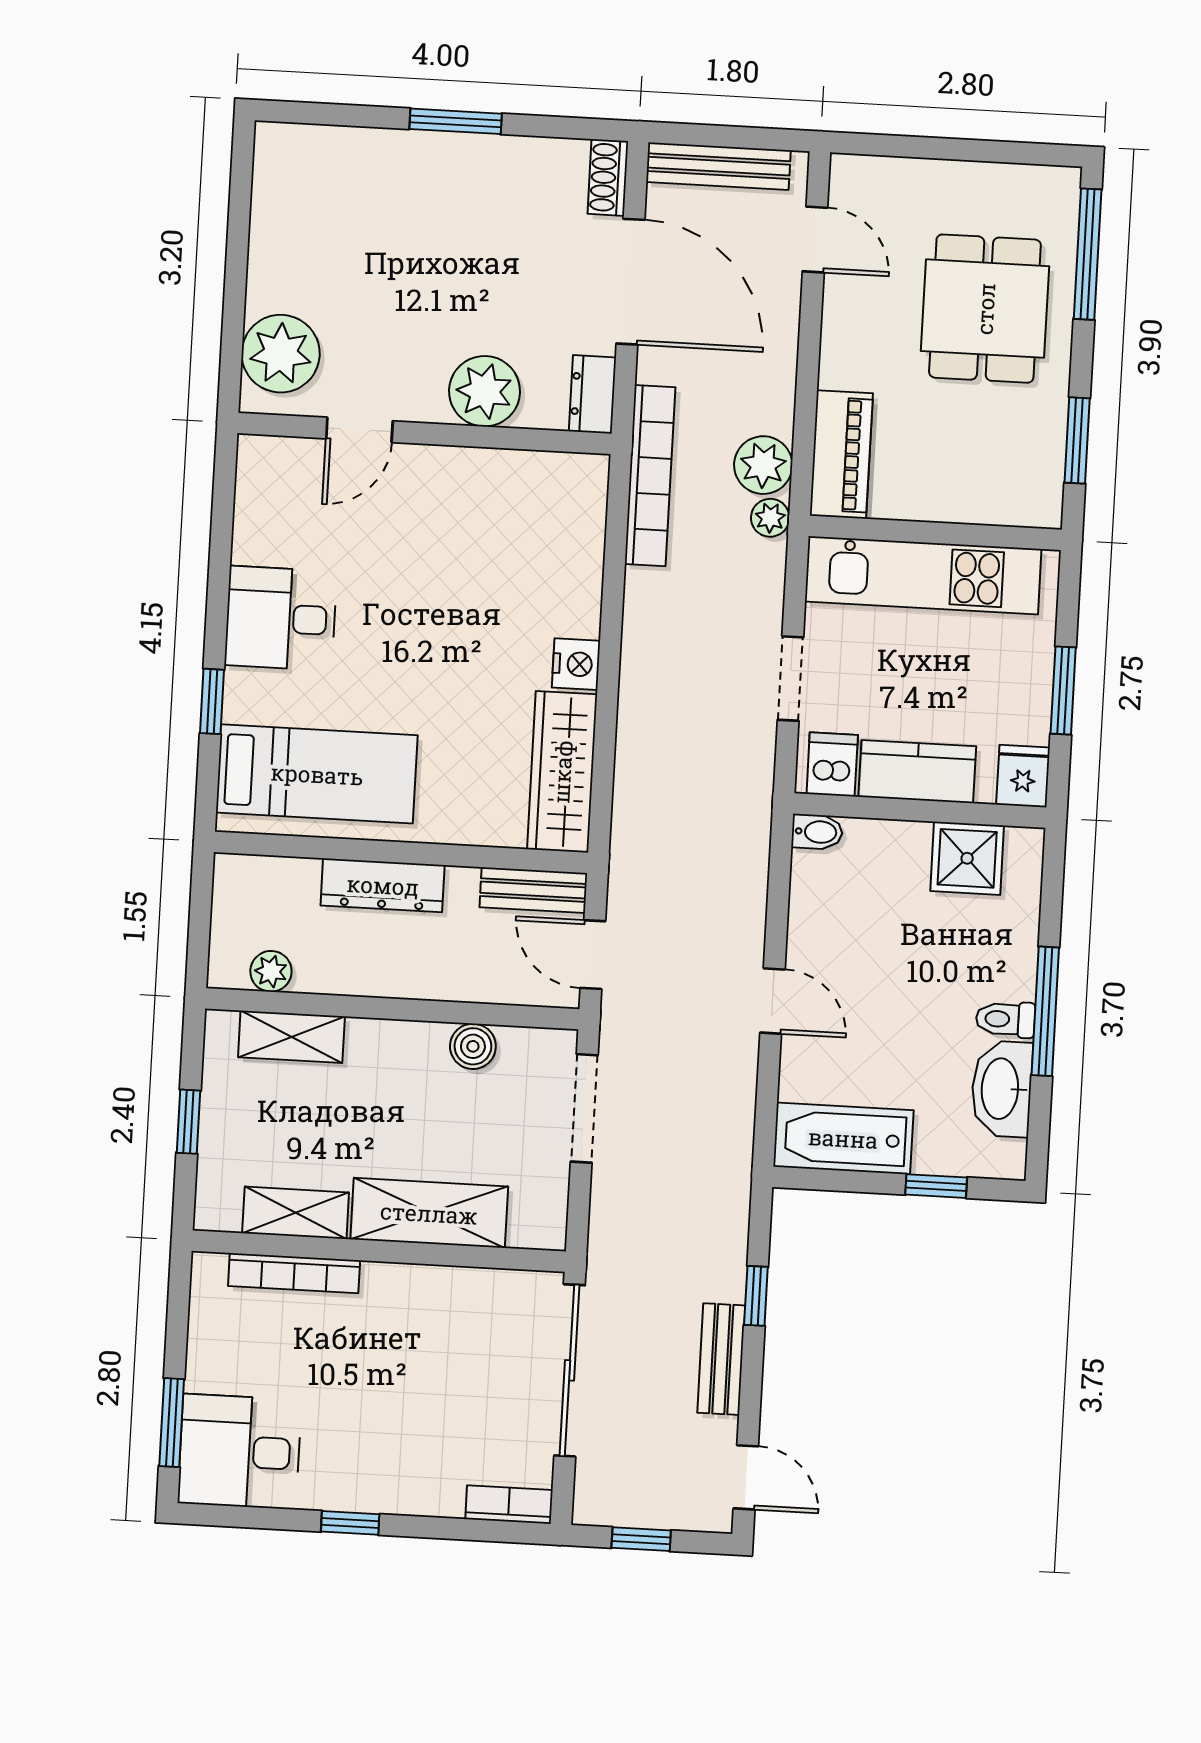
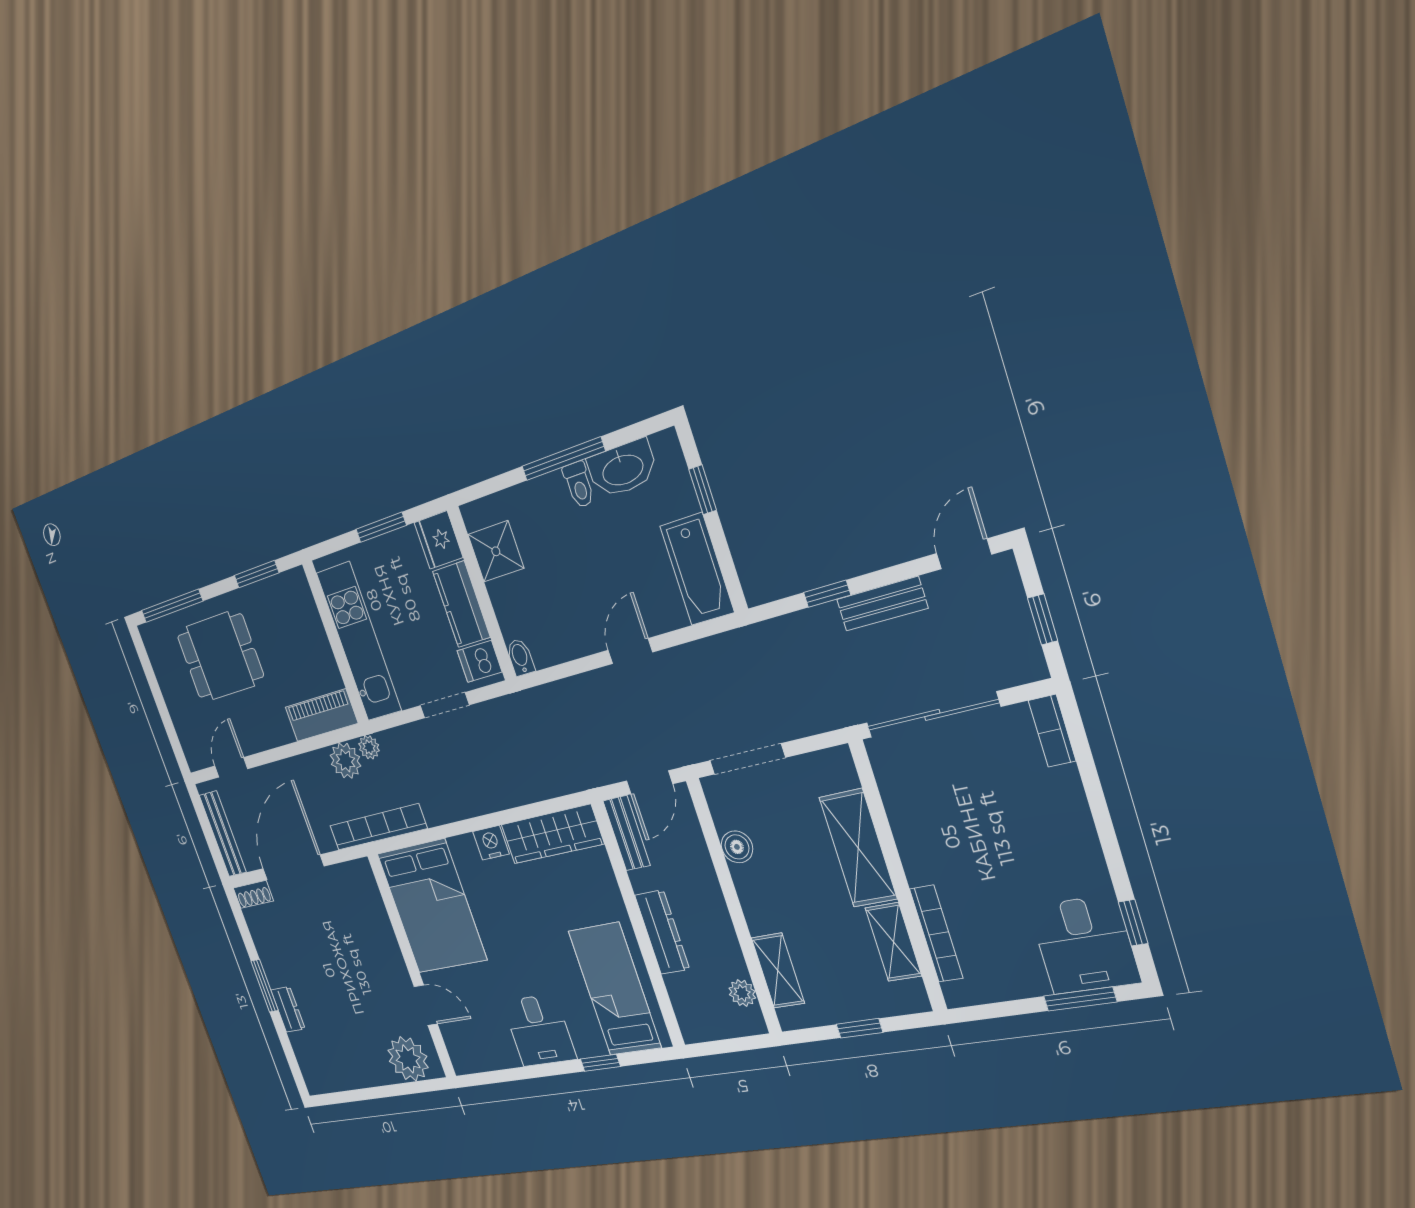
plant: (485, 391) -> (378, 937), removed
dresser: (592, 394) -> (288, 1009), moved, turned -90
bed: (508, 515) -> (432, 907), added
fridge: (1023, 776) -> (439, 540), width x1.38
window: (350, 1523) -> (1133, 923), moved

